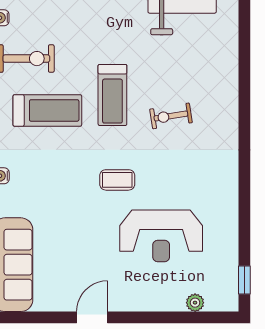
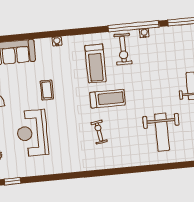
treadmill: (112, 95) -> (108, 99), turned 180
coffee table: (117, 180) -> (47, 90), moved

